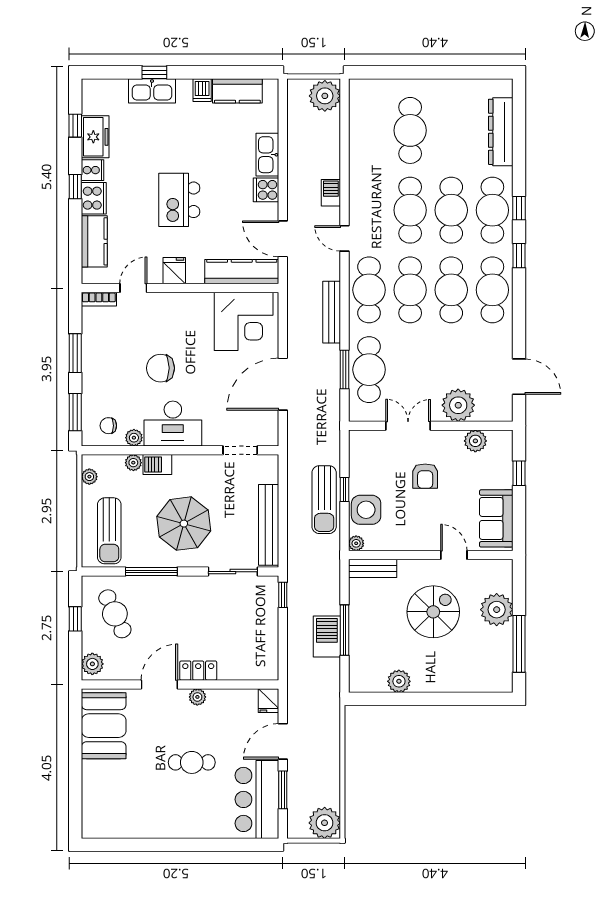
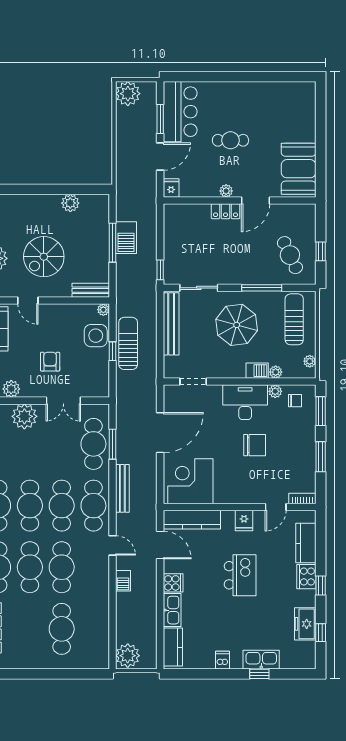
kitchen counter: (237, 91) -> (173, 647), moved, turned 90
cooker: (93, 170) -> (307, 598), removed
plant: (92, 664) -> (307, 216), removed

